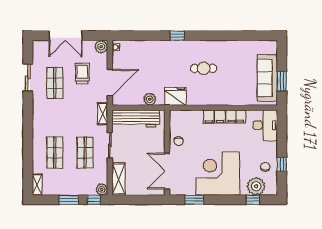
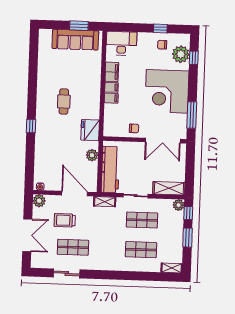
window: (194, 200) -> (192, 115), width x1.44

